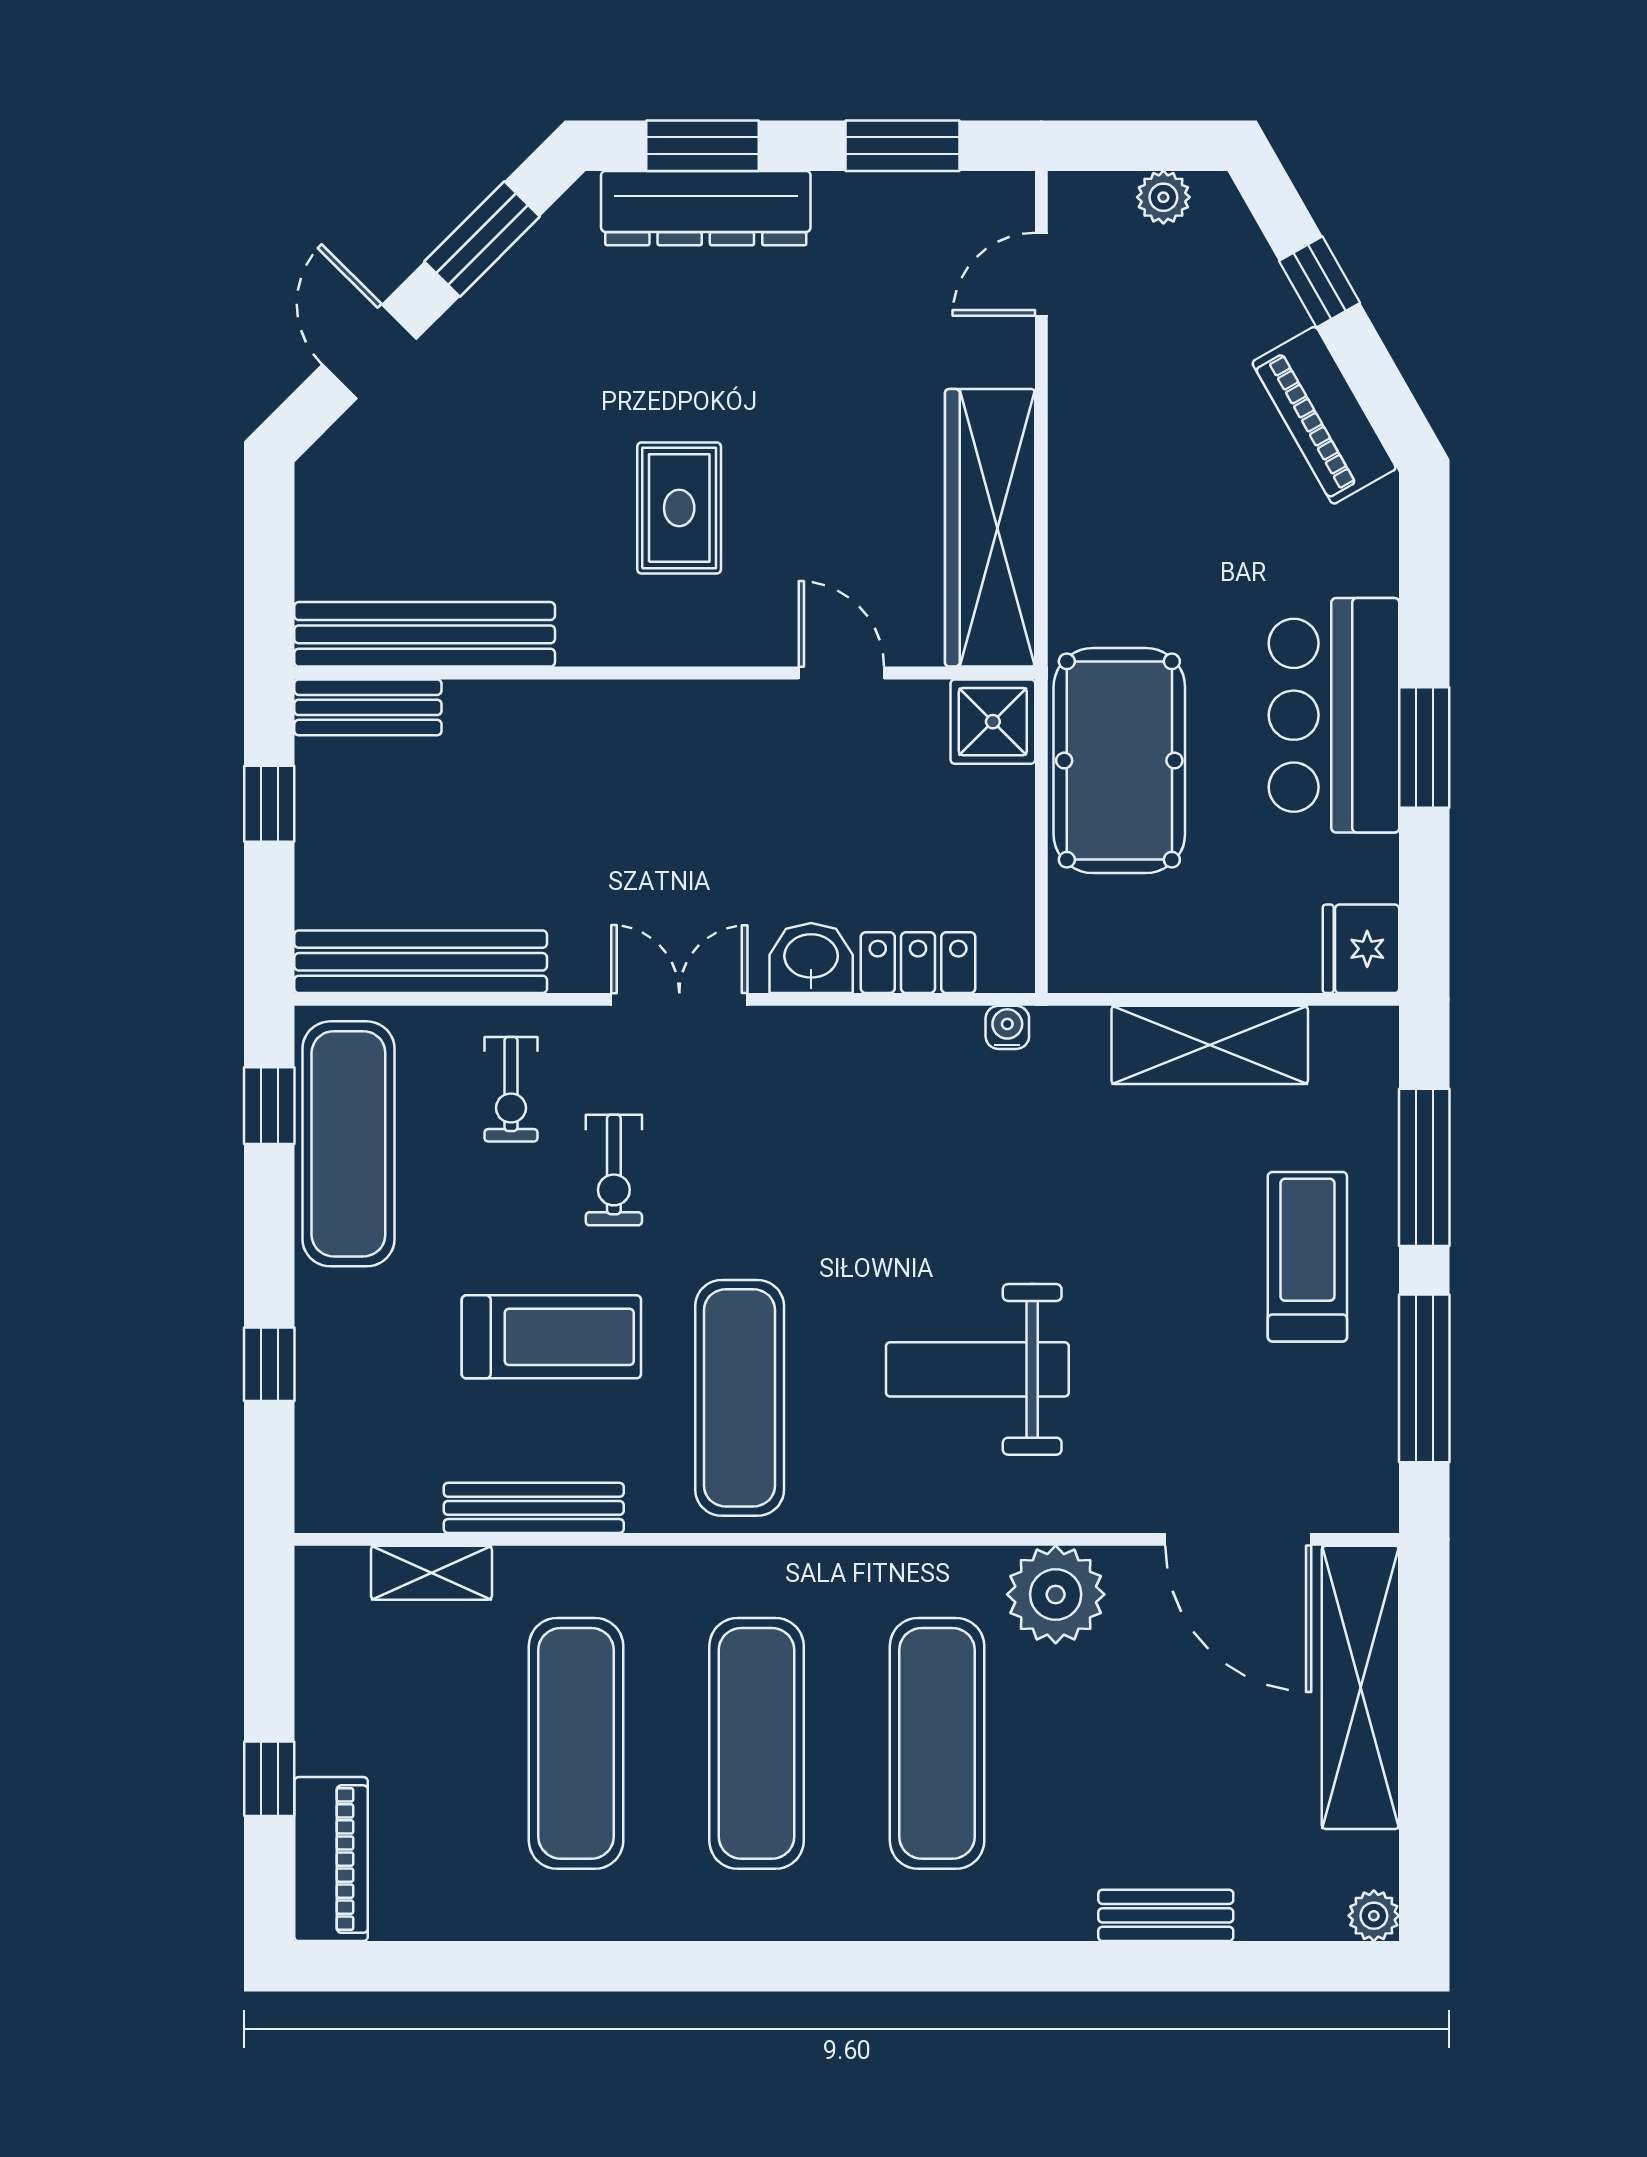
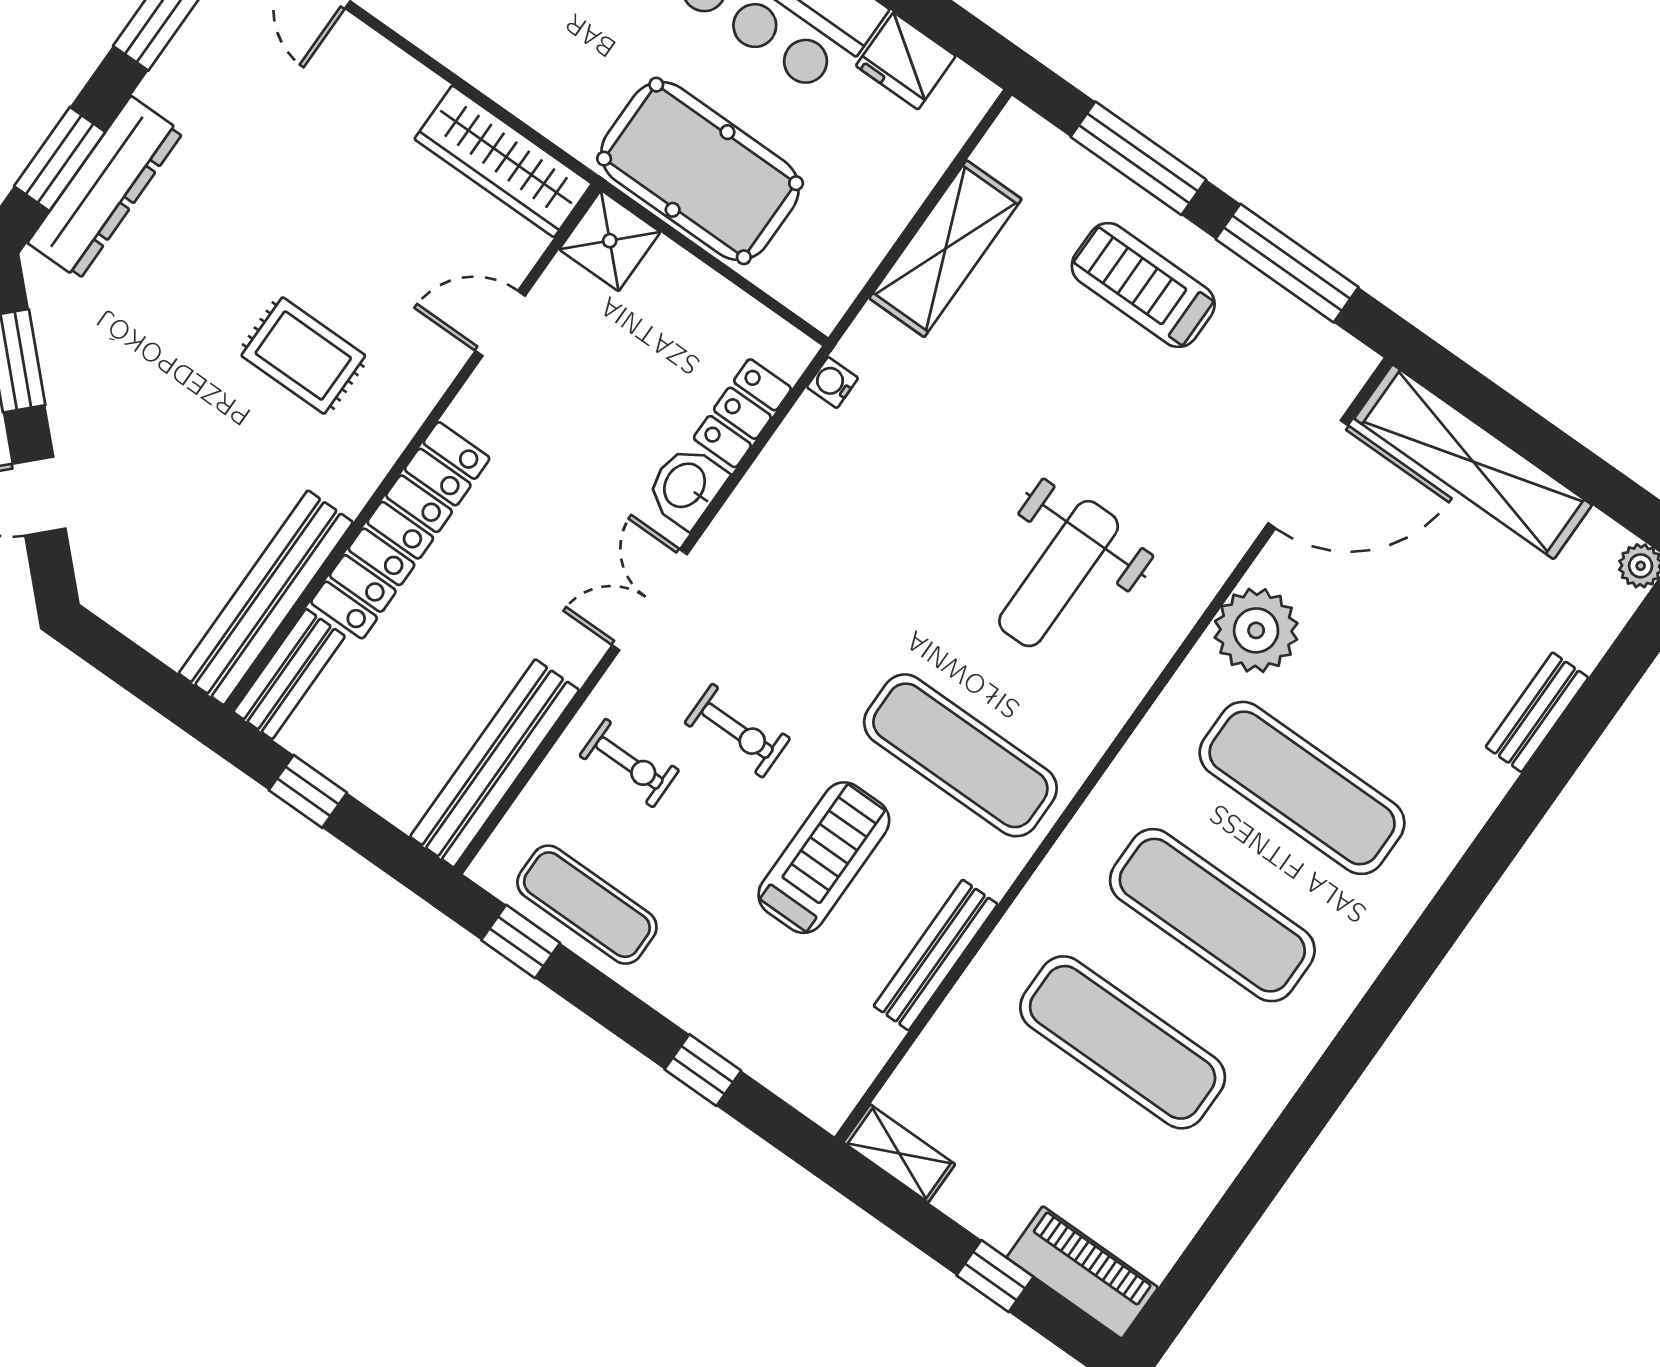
wardrobe: (990, 528) -> (503, 161), width x0.71, depth x0.85
locker: (578, 717) -> (400, 530), added
fridge: (1361, 949) -> (906, 61), moved
exercise mat: (348, 1144) -> (587, 905), width x0.73, depth x0.69
shelving: (431, 1573) -> (899, 1153), moved, turned 90

